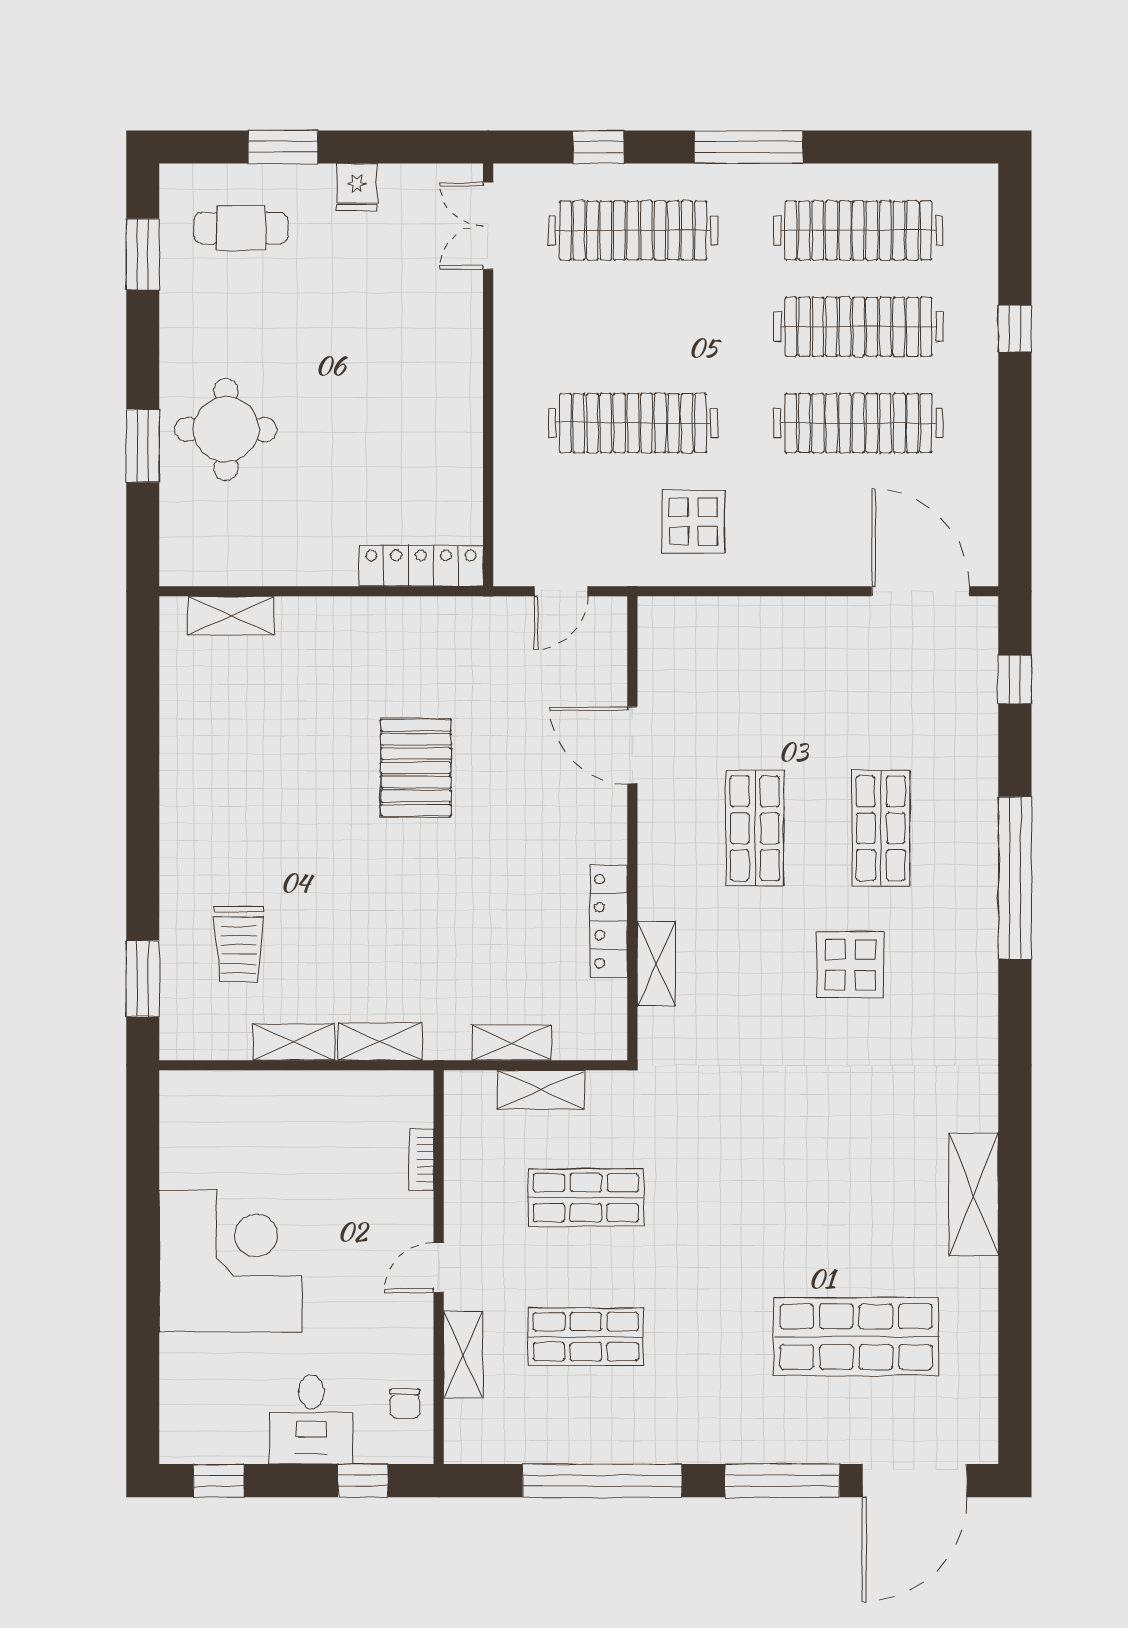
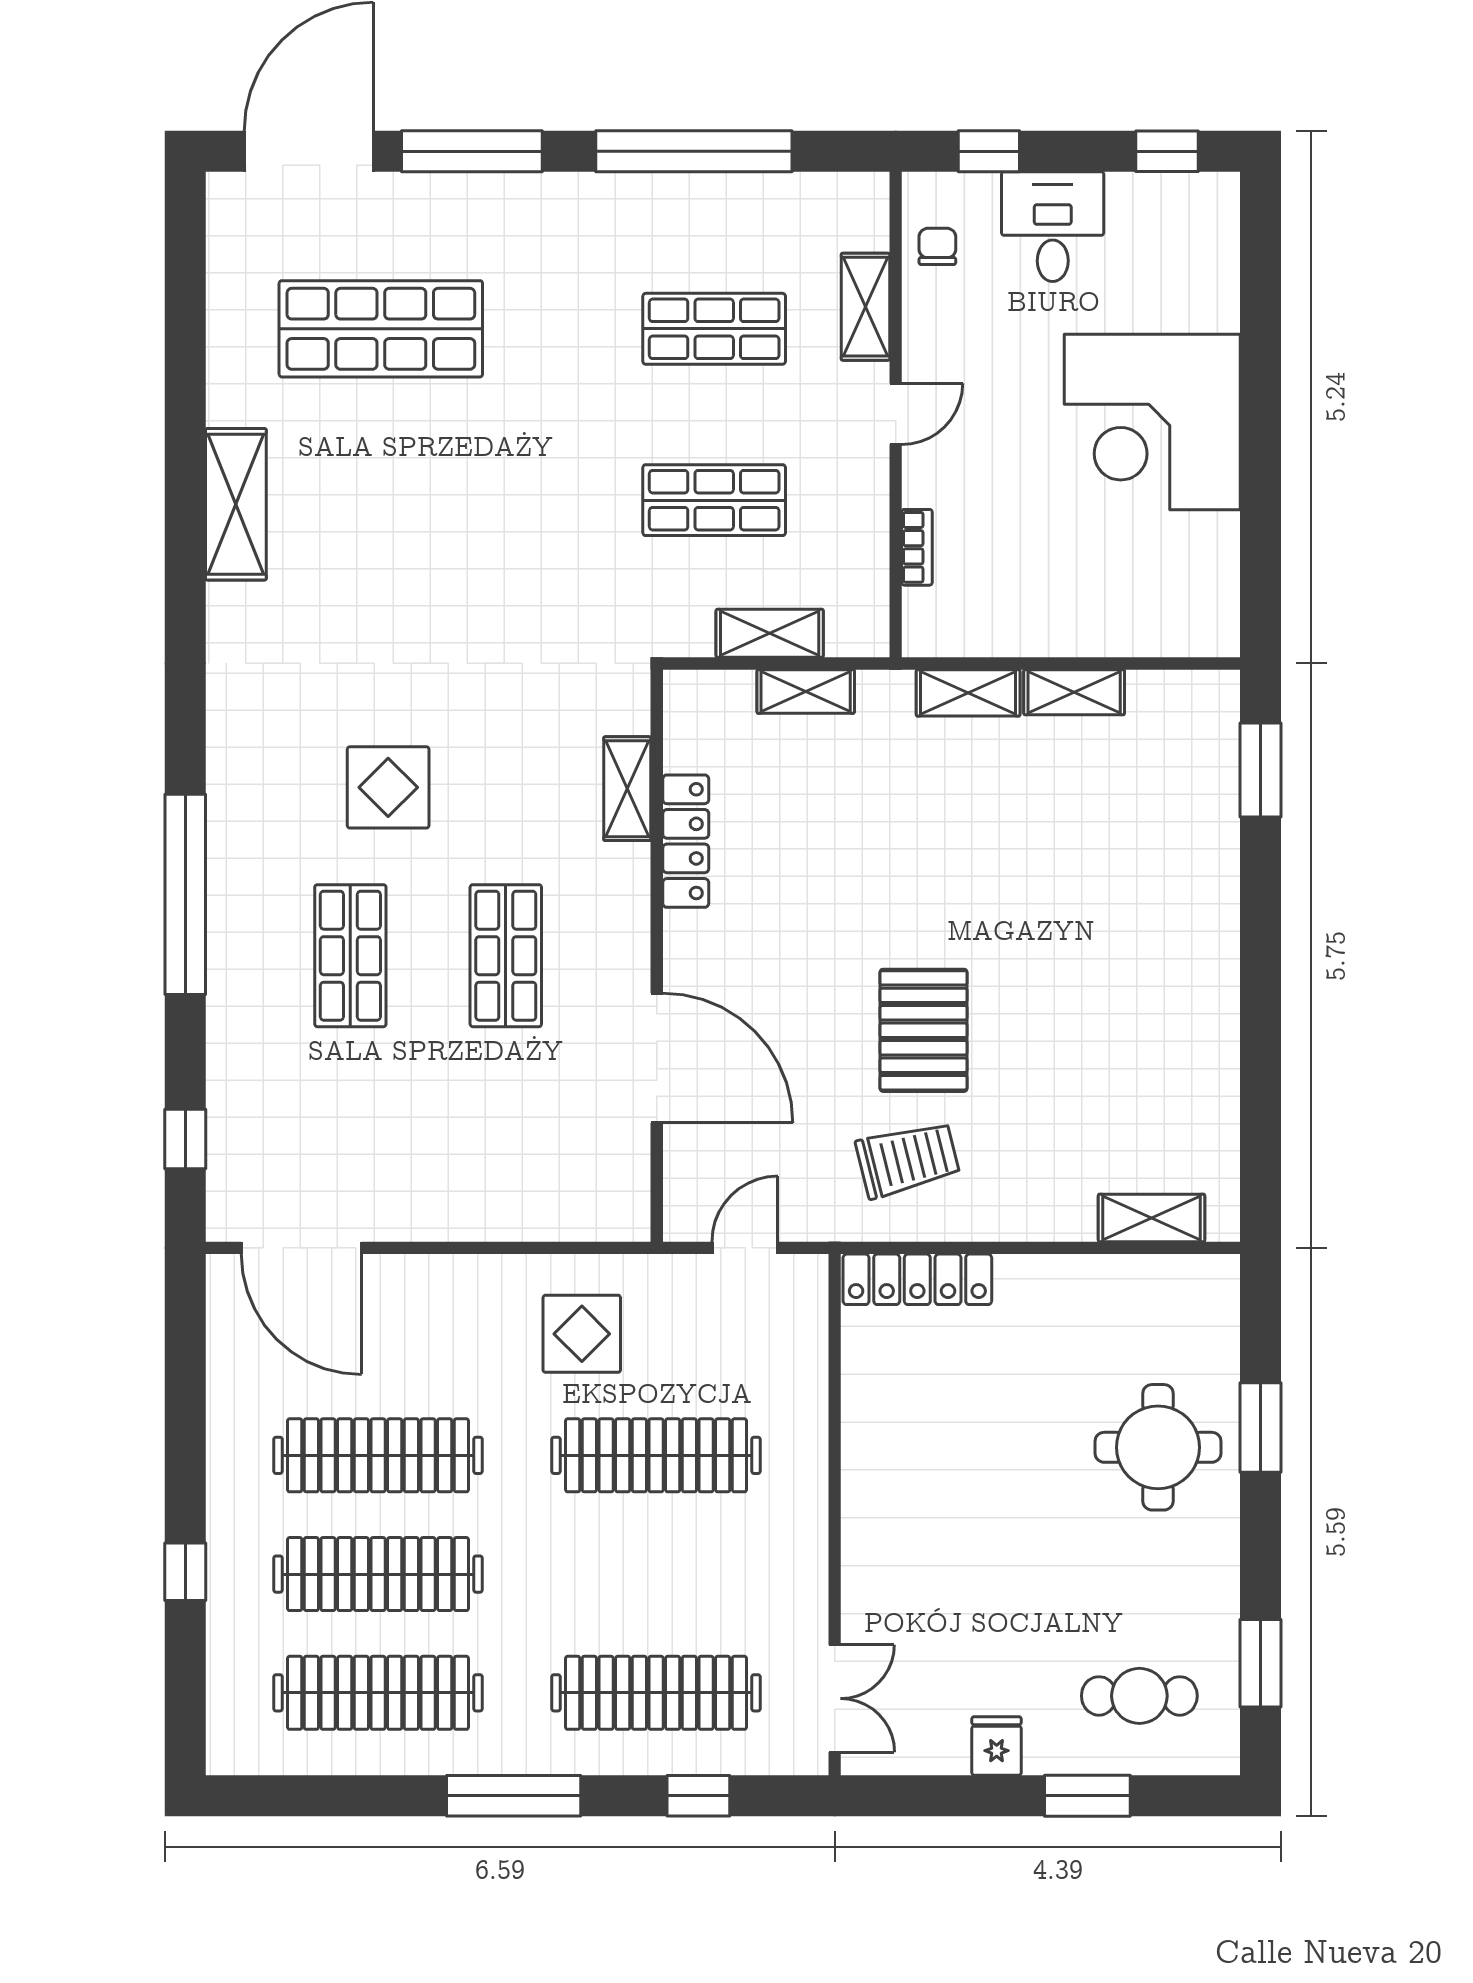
door: (632, 745) -> (657, 1058), width x1.36
trolley: (239, 944) -> (908, 1159), moved, turned 76

